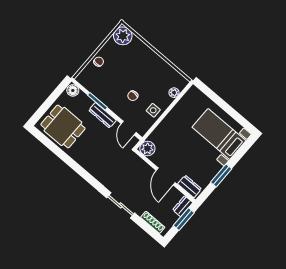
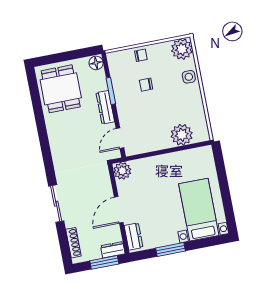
plant: (174, 93) -> (182, 135), width x1.87, depth x1.87
chair: (133, 96) -> (146, 85), moved
side table: (153, 110) -> (189, 77), moved

